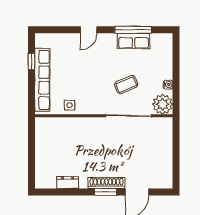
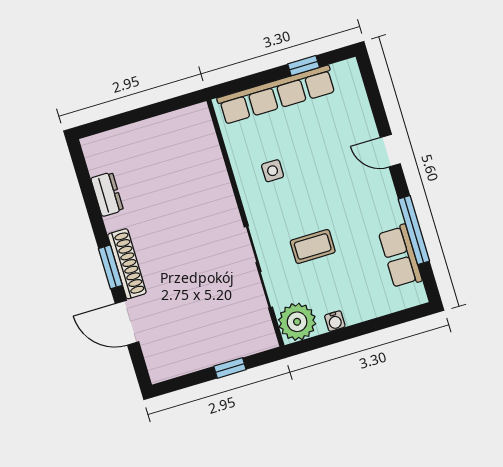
row of seats: (134, 41) -> (400, 256), moved
coffee table: (126, 85) -> (313, 247), turned -67
side table: (70, 105) -> (273, 171), moved
window: (176, 146) -> (230, 368), added

